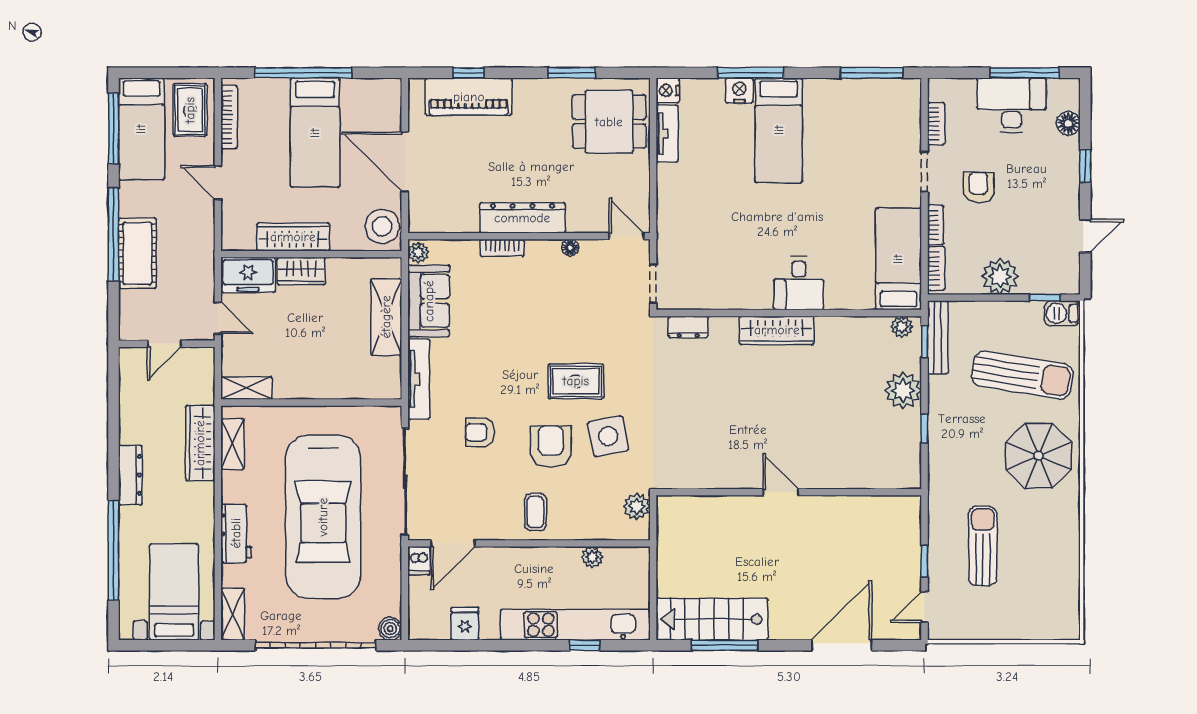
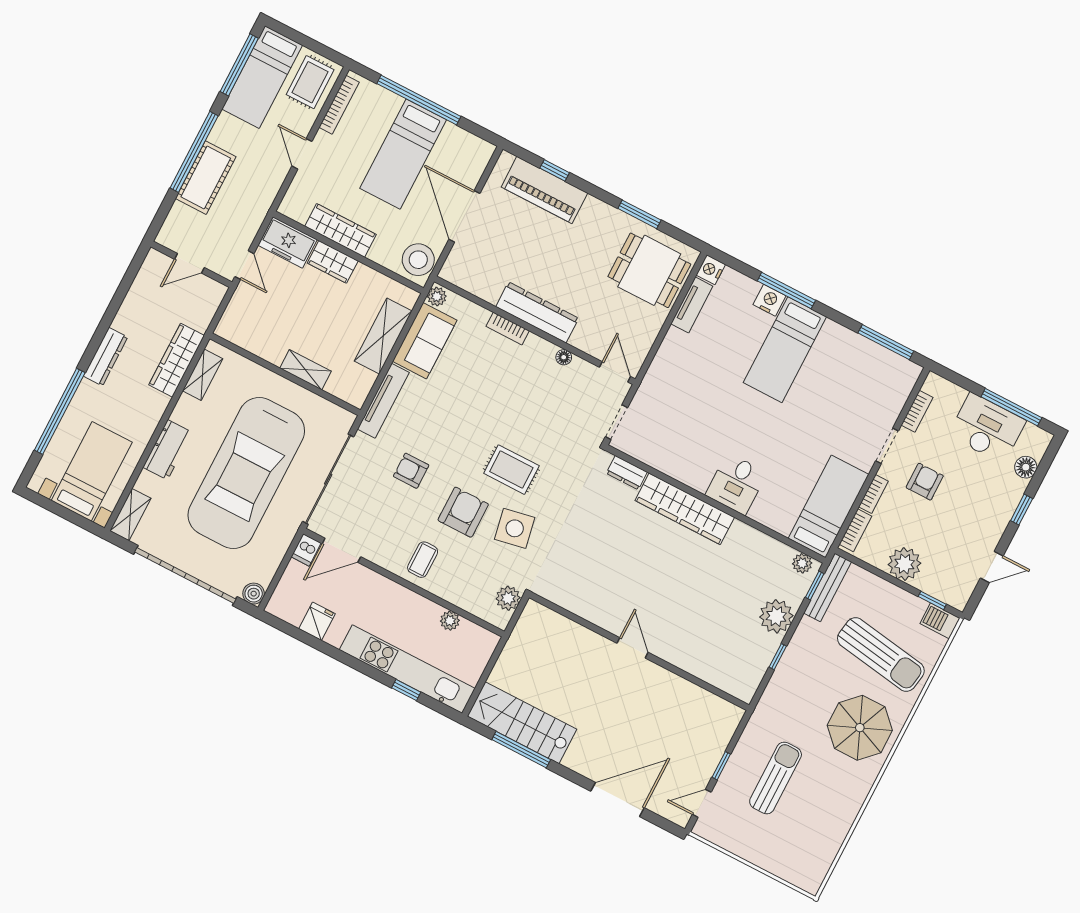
wardrobe: (777, 330) -> (685, 509), width x1.40, depth x1.17
shelving: (246, 388) -> (306, 370), moved

